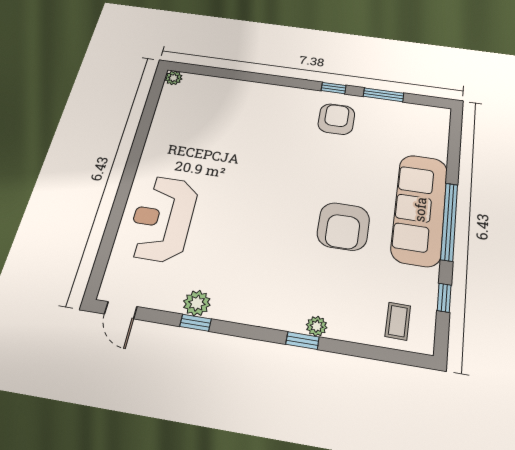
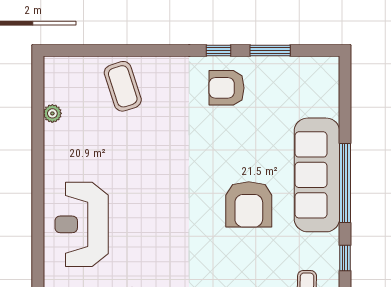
plant: (174, 78) -> (52, 113), moved
coffee table: (236, 104) -> (123, 86), added
armchair: (336, 119) -> (226, 88), turned -90

